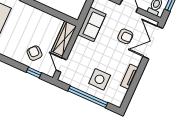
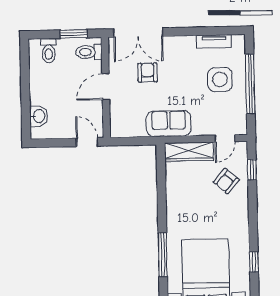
sofa: (92, 24) -> (169, 124), moved
tv unit: (129, 77) -> (214, 42), moved

